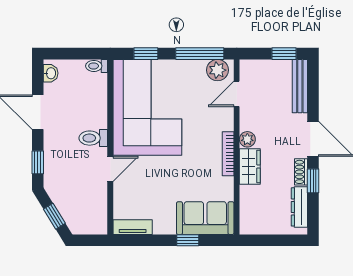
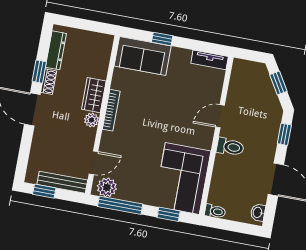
bench: (300, 86) -> (62, 182), moved, turned 90
corner sofa: (147, 107) -> (182, 179), width x0.73, depth x0.74

